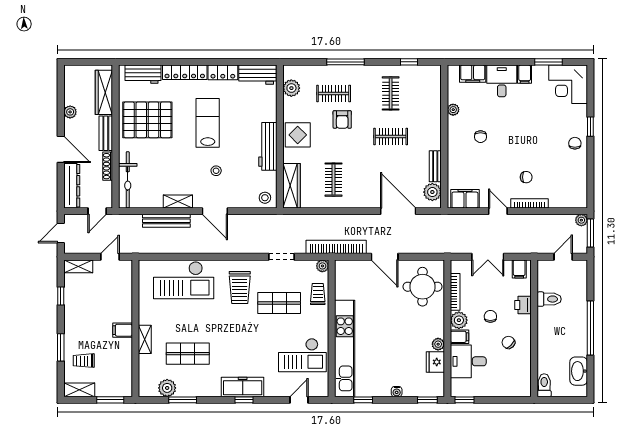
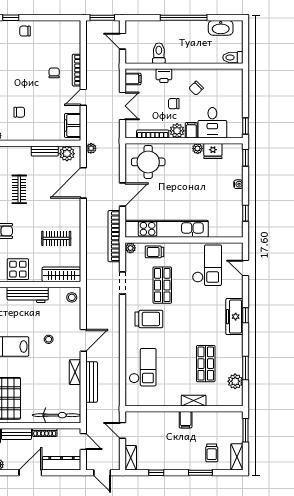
plant: (581, 220) -> (91, 148), moved
checkout: (184, 280) -> (143, 367), width x0.73, depth x0.83
kitchen unit: (345, 348) -> (167, 229), moved

